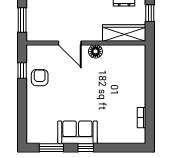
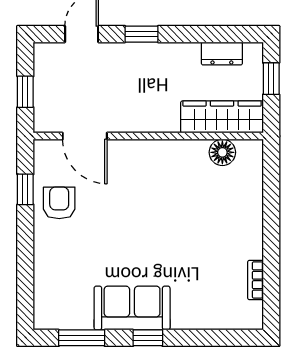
window: (22, 20) -> (25, 92), width x0.67
door: (70, 43) -> (85, 136), moved
floor lamp: (95, 51) -> (222, 152), moved

